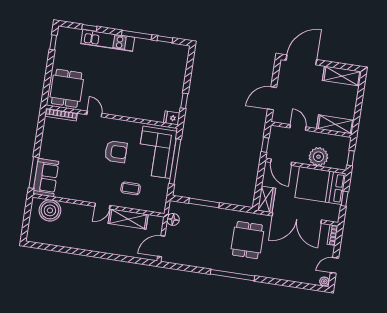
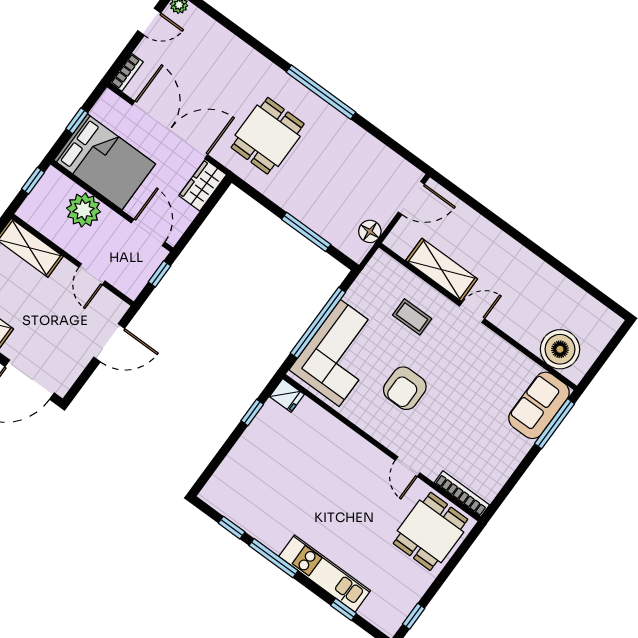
armchair: (116, 152) -> (405, 388), turned -90

